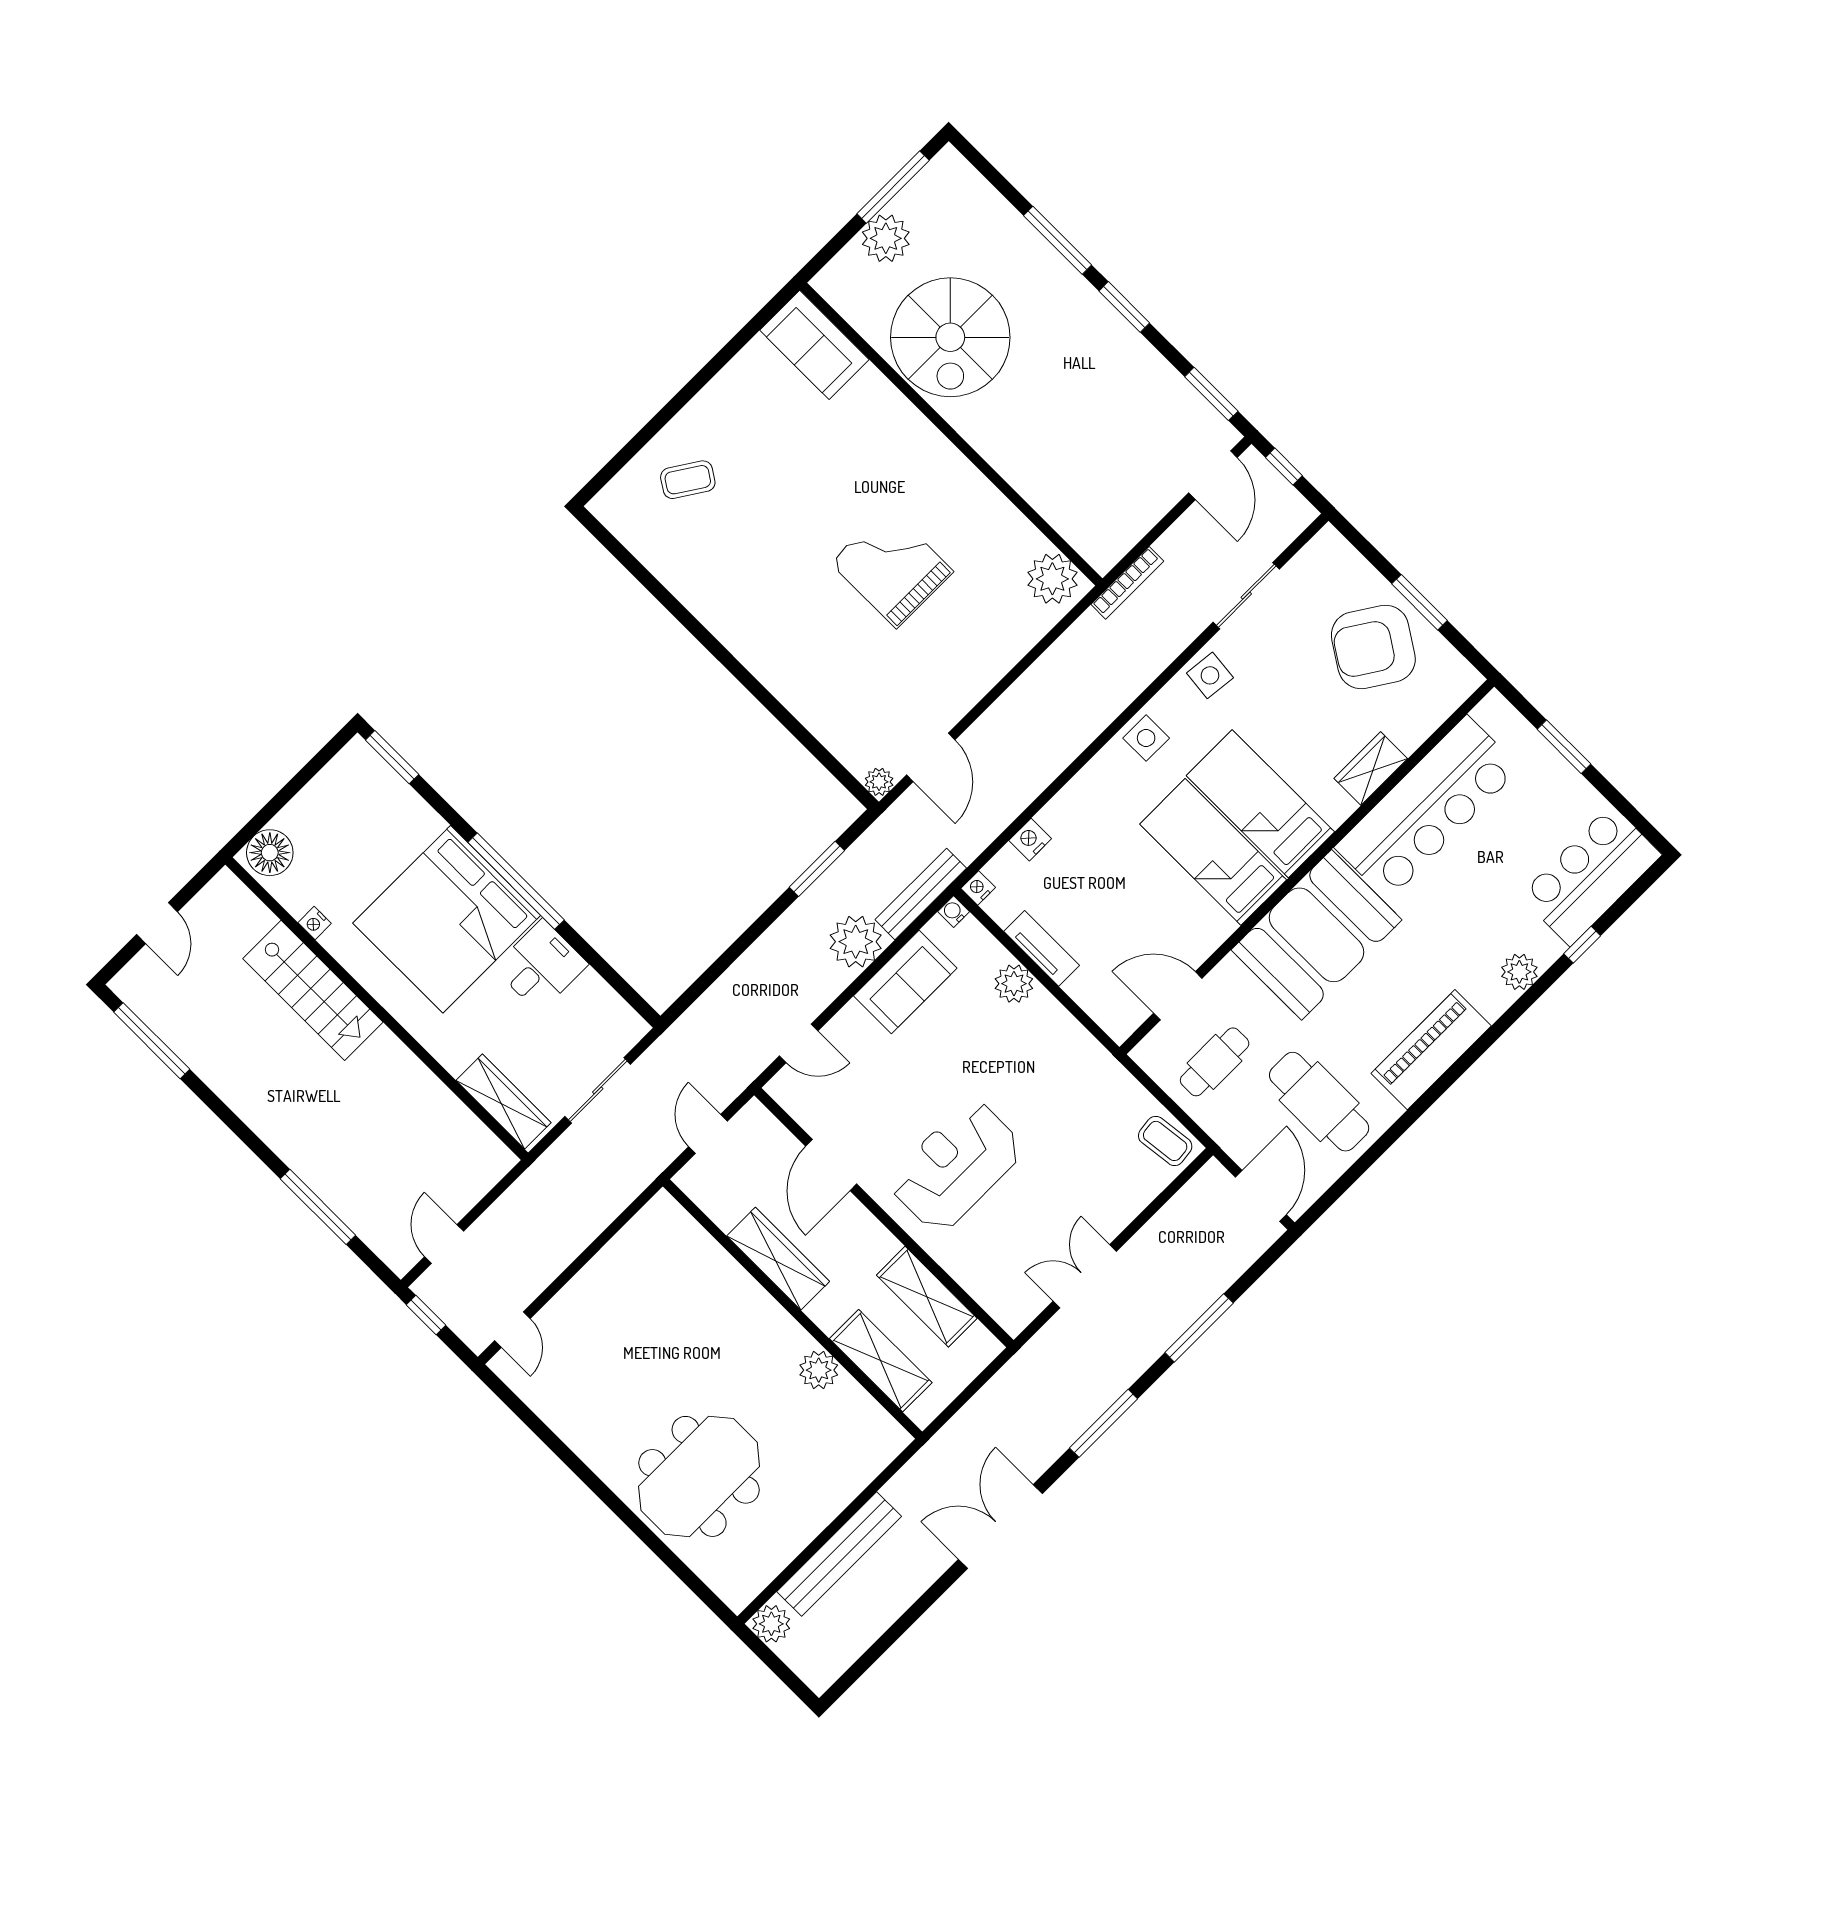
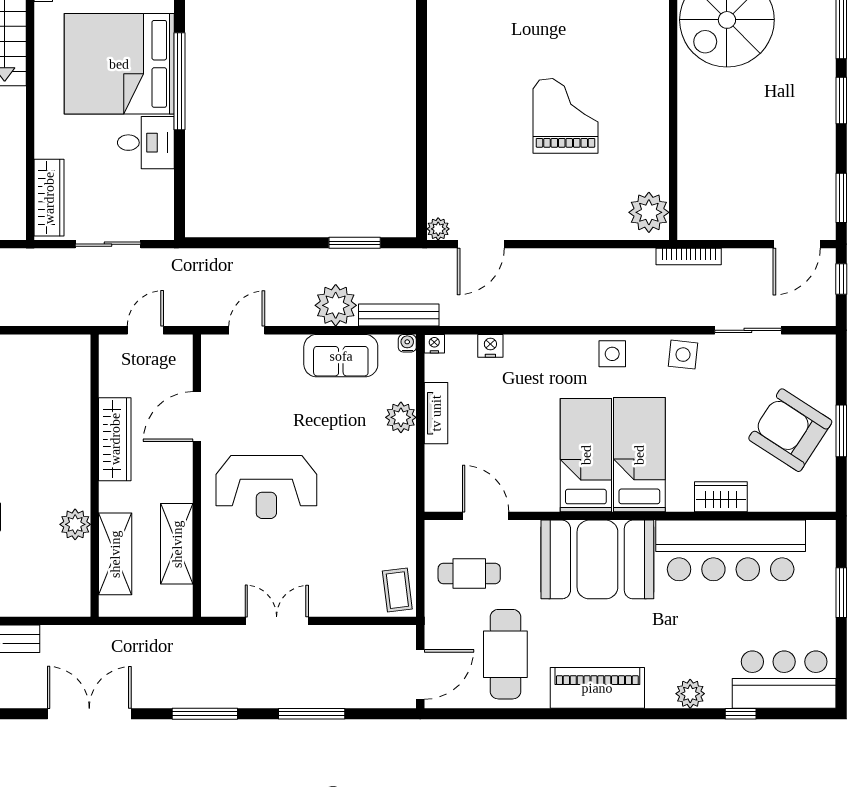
door: (799, 1043) -> (247, 330), swing flipped
reception desk: (956, 1166) -> (266, 487), turned 180

